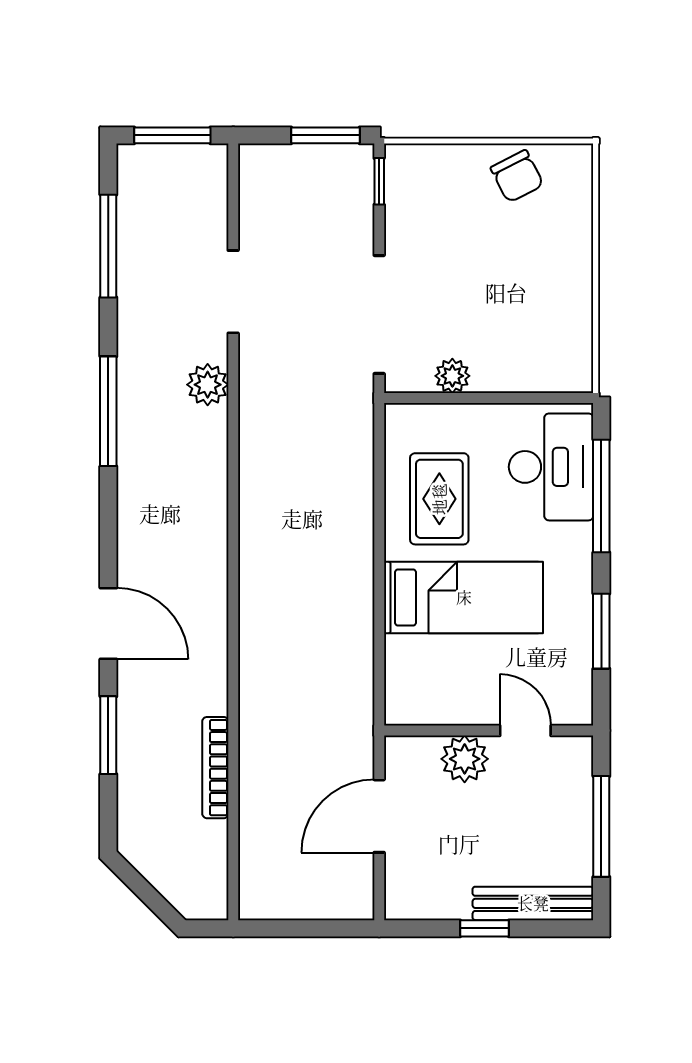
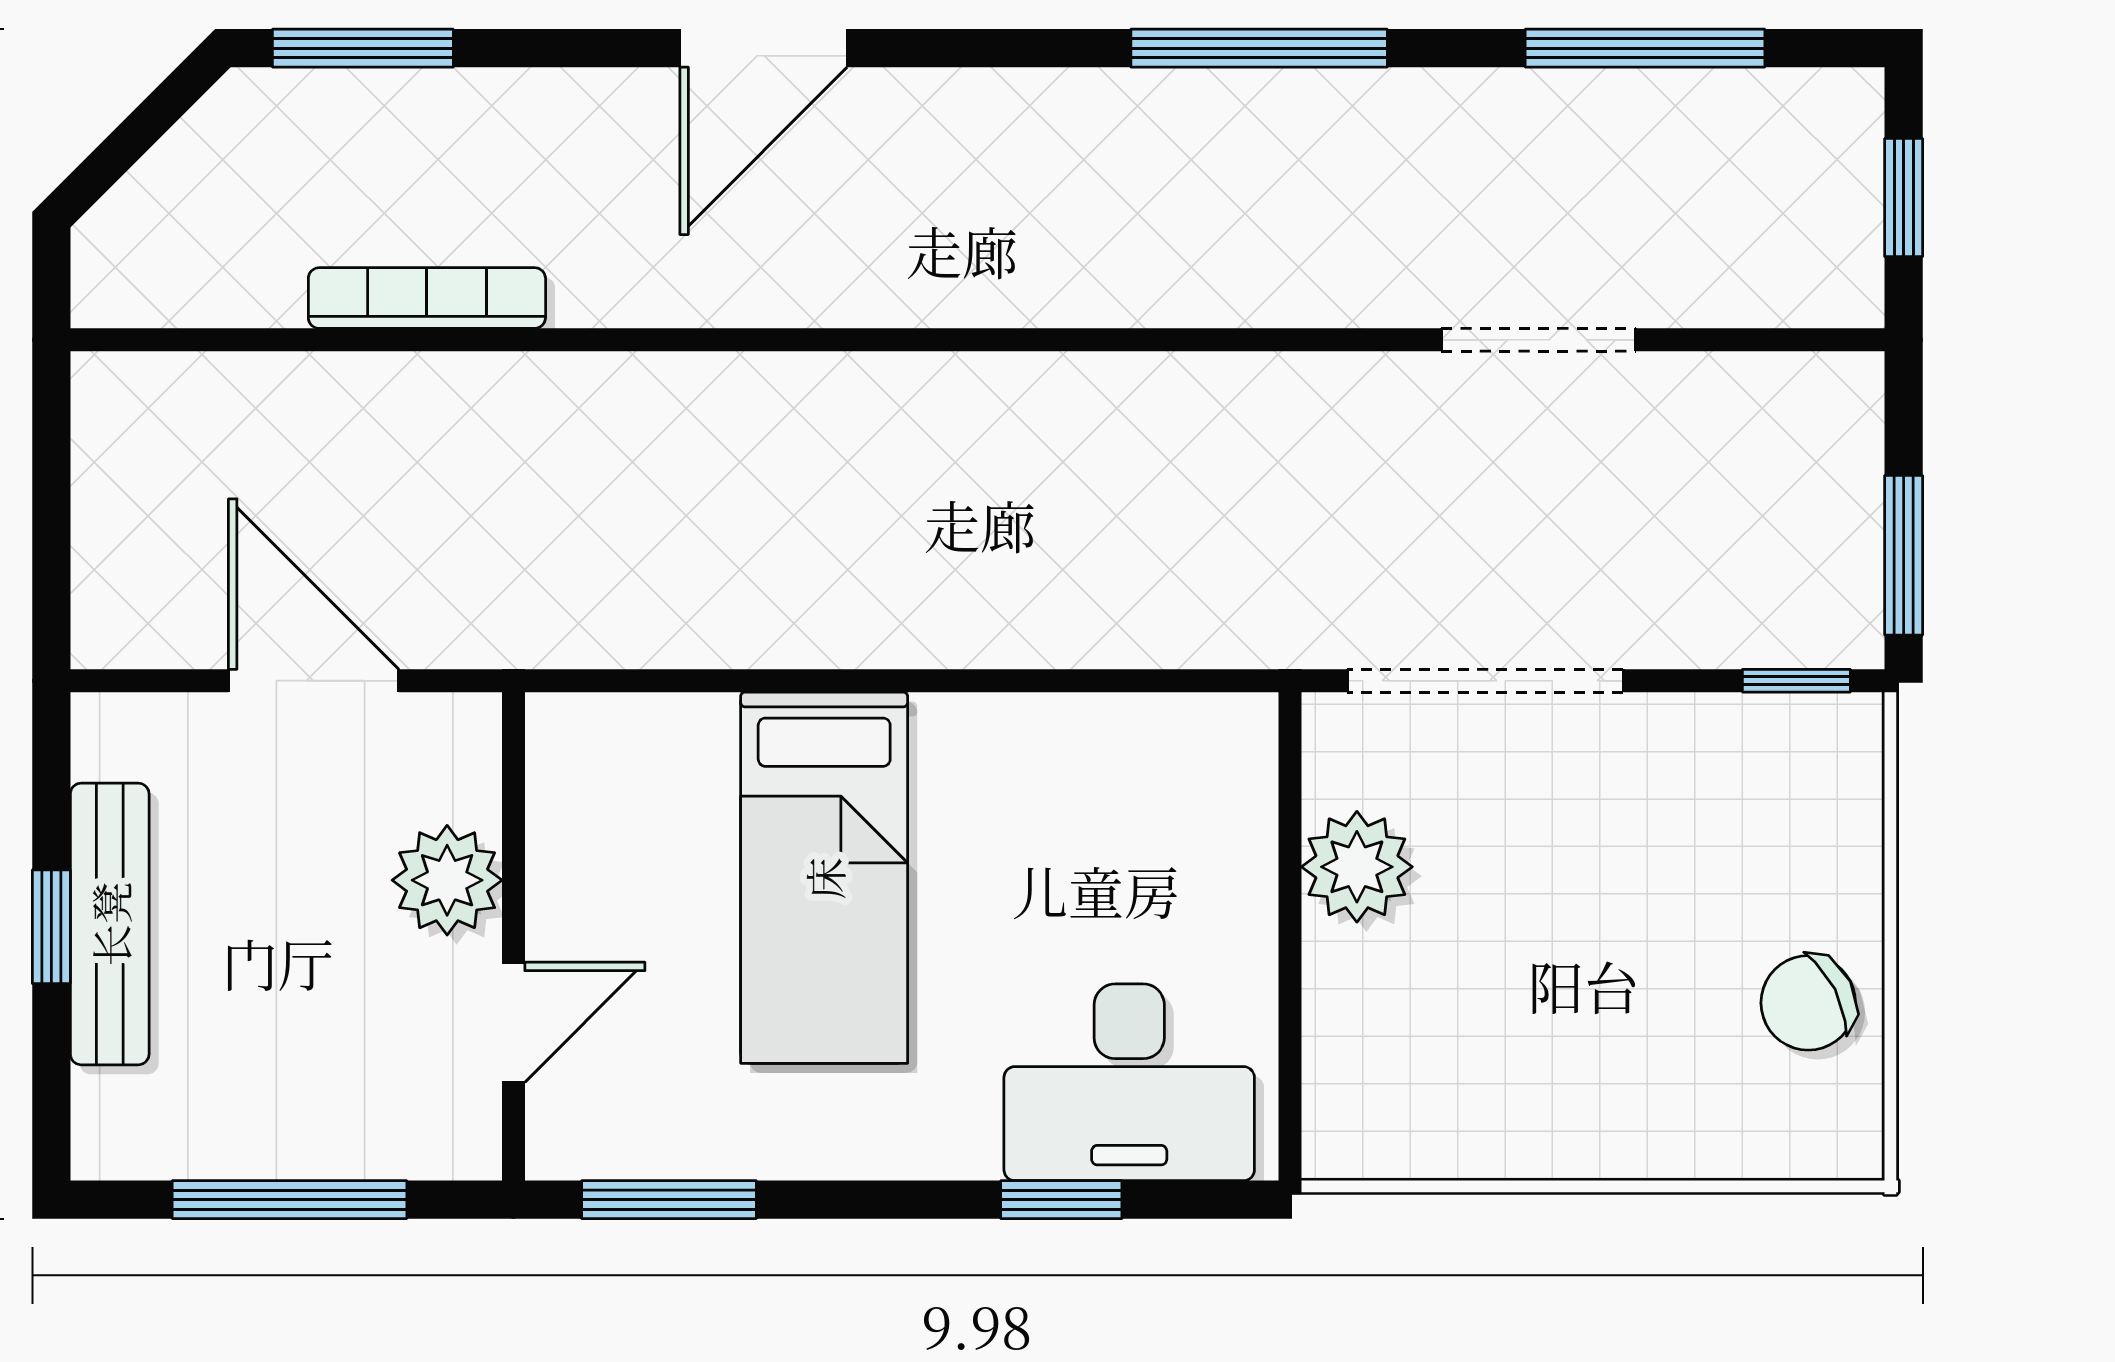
window: (172, 135) -> (1904, 198), width x0.67
plant: (452, 376) -> (1357, 867), width x1.38, depth x1.38
plant: (208, 385) -> (1321, 280), removed
window: (601, 496) -> (1061, 1200), width x0.46
rug: (439, 499) -> (1055, 821), removed
window: (601, 631) -> (669, 1200), moved
window: (108, 735) -> (363, 48), moved
bench: (533, 903) -> (110, 924), moved

